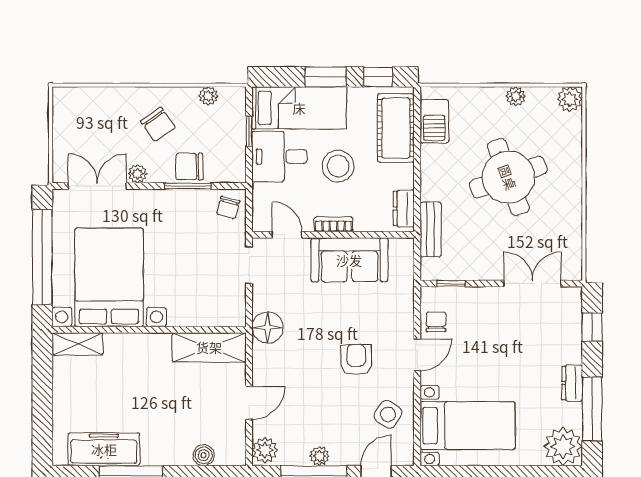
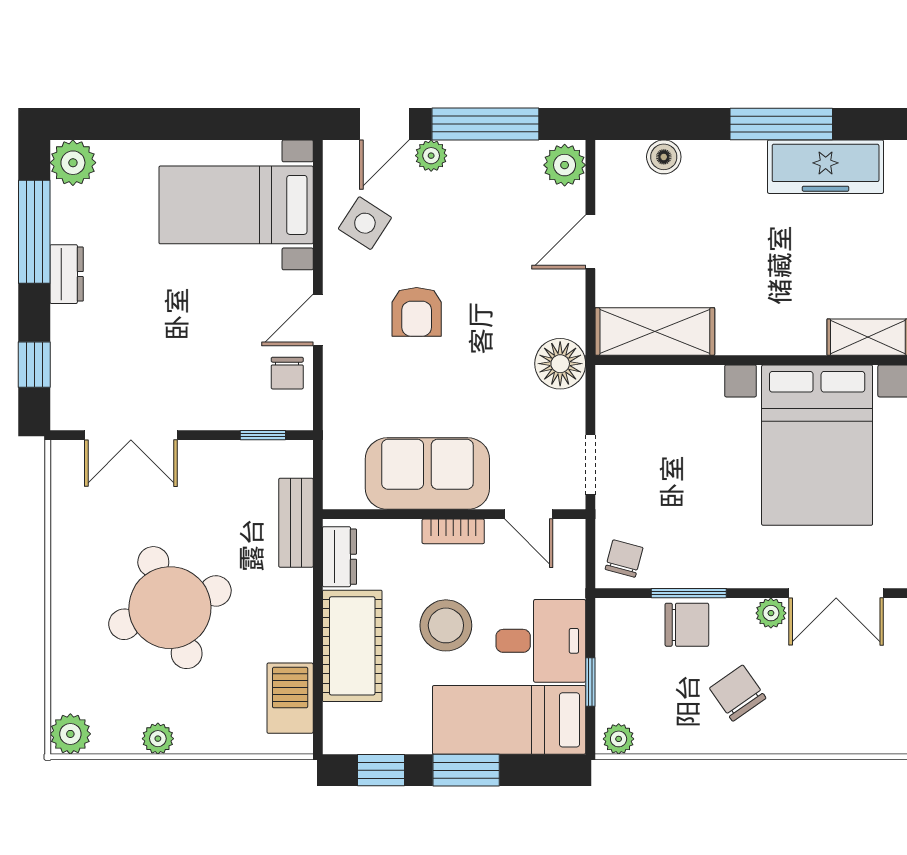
plant: (208, 96) -> (619, 739), moved
cot: (396, 128) -> (352, 646), moved
plant: (563, 447) -> (73, 163), width x0.73, depth x0.73
plant: (319, 456) -> (431, 156), moved

